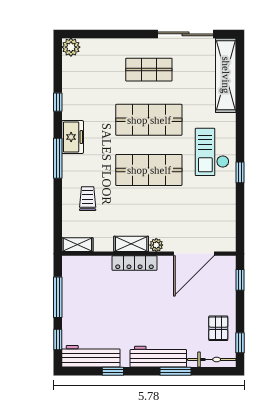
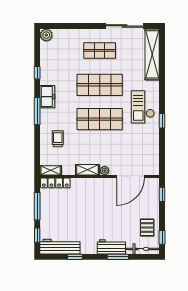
locker: (135, 263) -> (55, 183), moved
workbench: (158, 357) -> (111, 247), width x0.73

